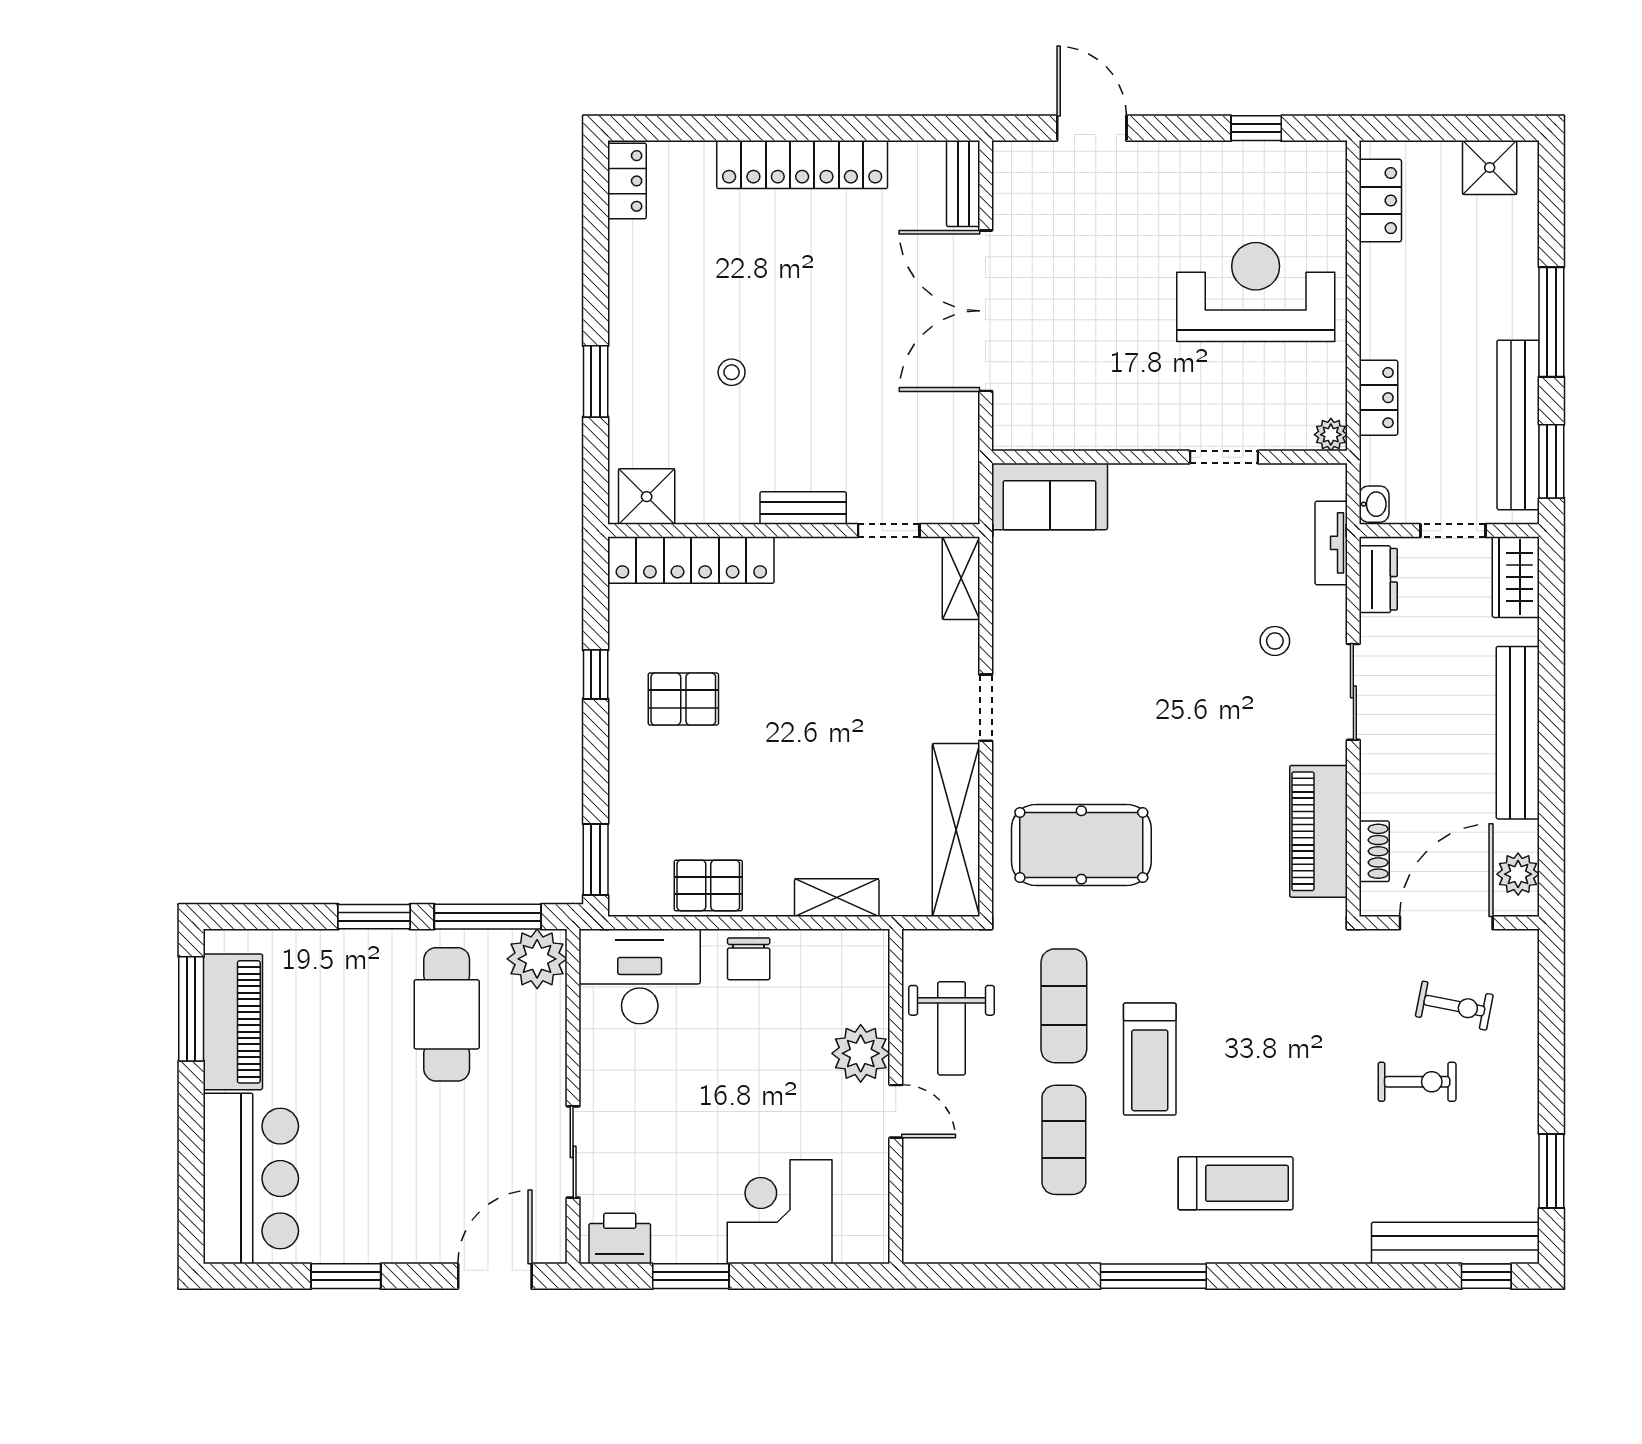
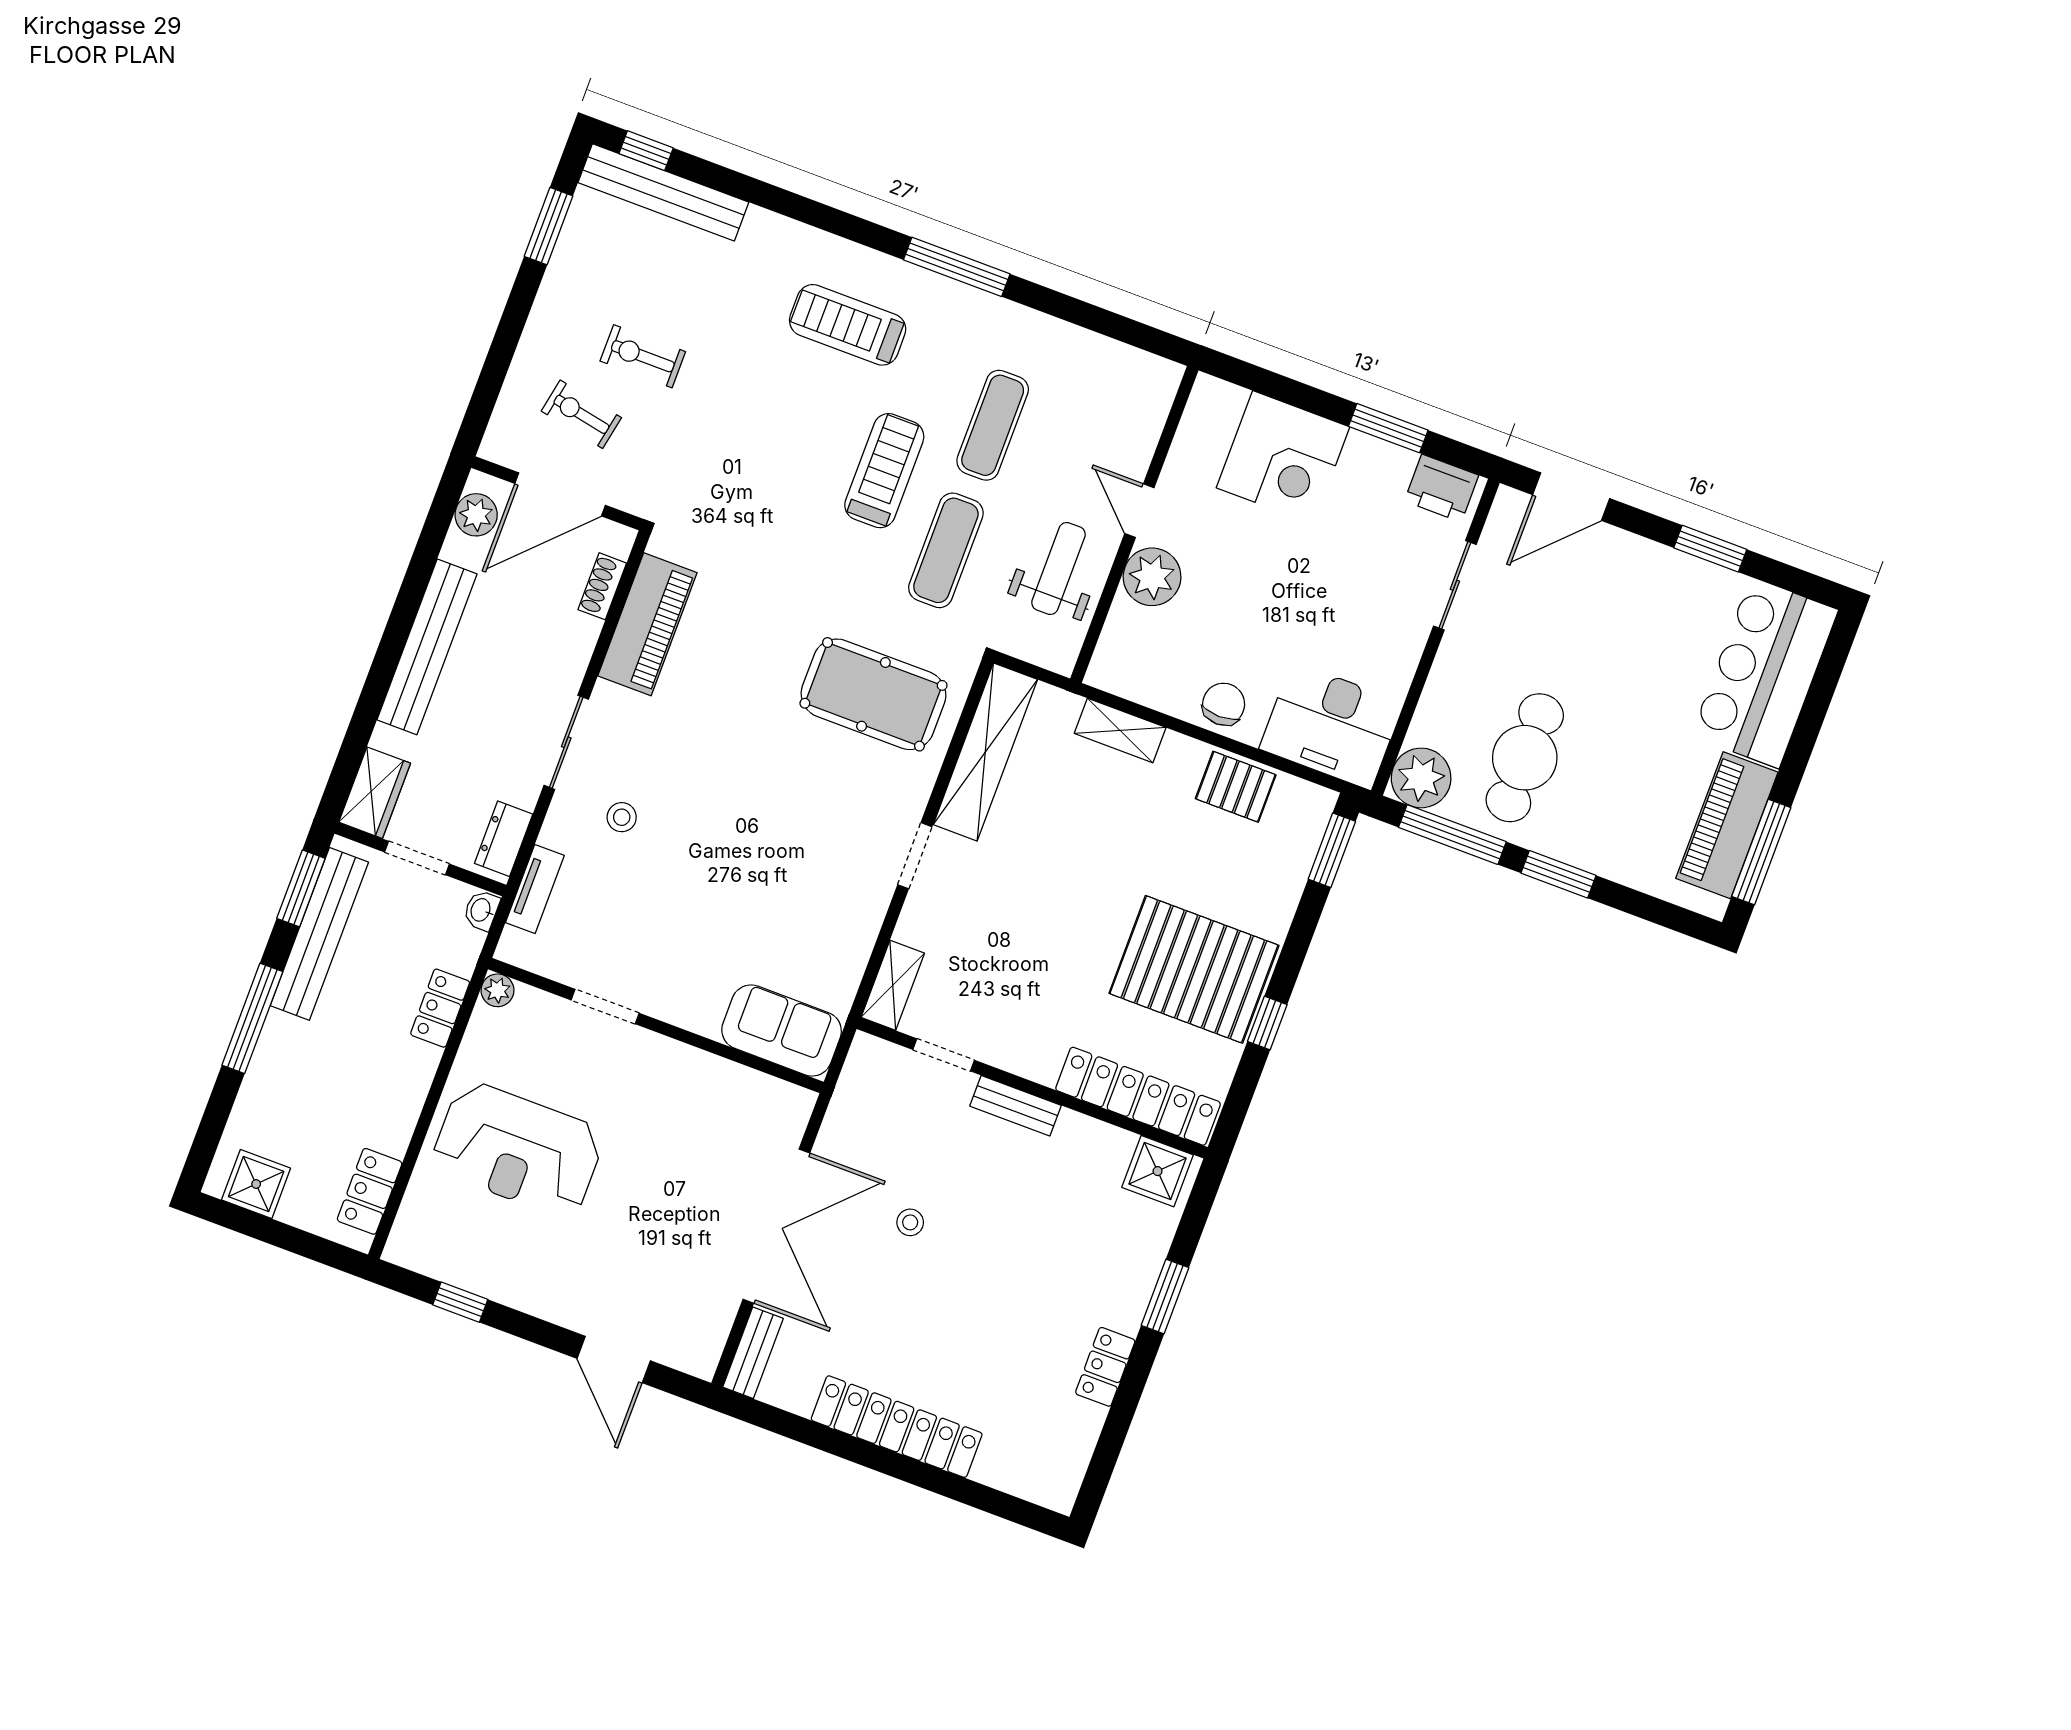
locker: (627, 181) -> (1105, 1367), moved
stool: (732, 372) -> (910, 1222), moved
pallet: (683, 699) -> (1194, 969), width x2.05, depth x2.00

